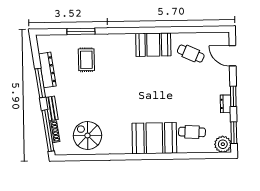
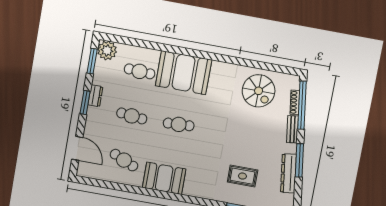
rug: (86, 60) -> (243, 176), turned 90
cafe table: (150, 93) -> (179, 124), added
cafe table: (191, 93) -> (132, 116), added

